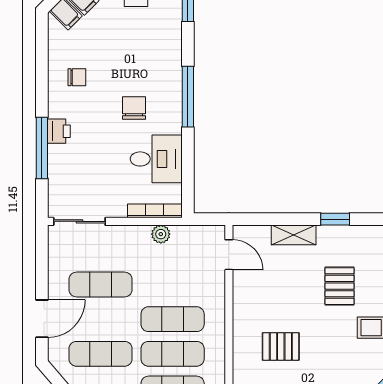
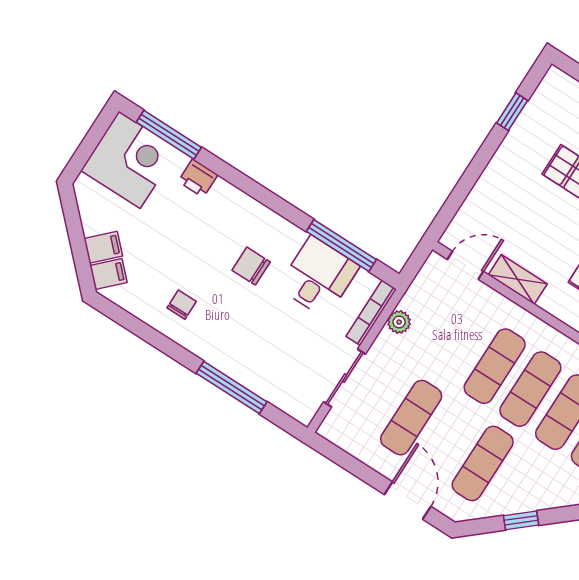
window: (188, 97) -> (341, 245), moved
printer: (59, 131) -> (198, 178), moved, turned 180
window: (335, 219) -> (512, 112), moved
sliding door: (79, 221) -> (345, 378), moved
shelving: (294, 235) -> (518, 279), moved, turned 90

